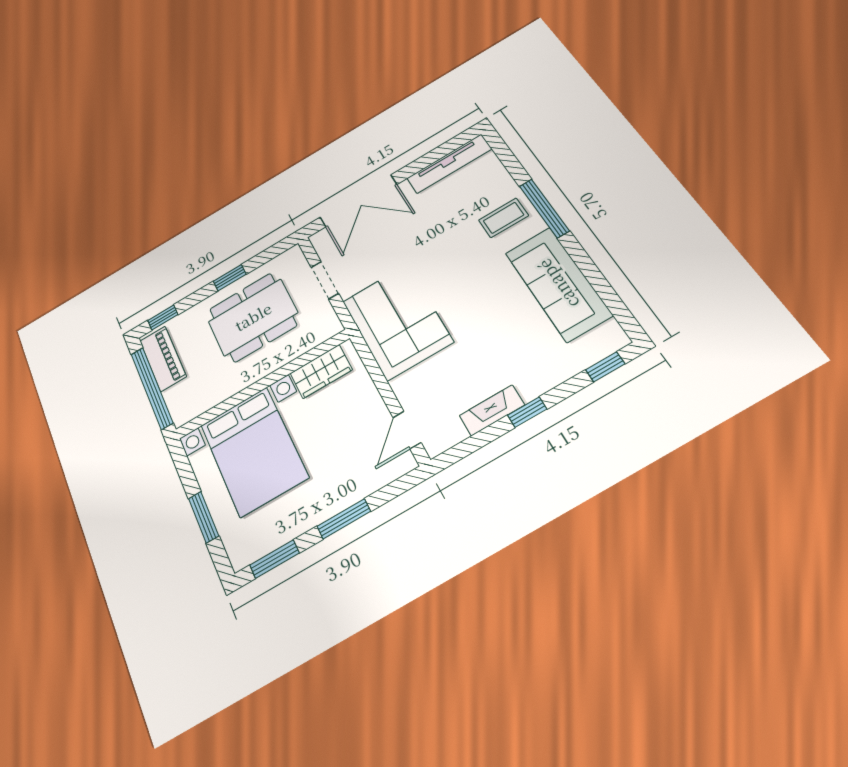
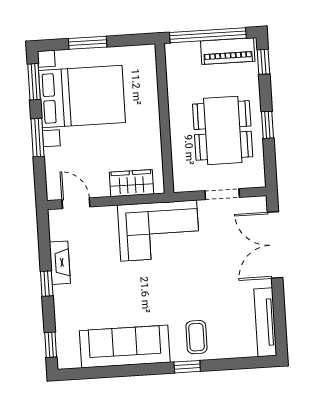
window: (544, 208) -> (187, 367), width x0.46
wardrobe: (321, 371) -> (132, 183), moved, turned 90
bed with nightstands: (254, 451) -> (82, 96), moved, turned 180

